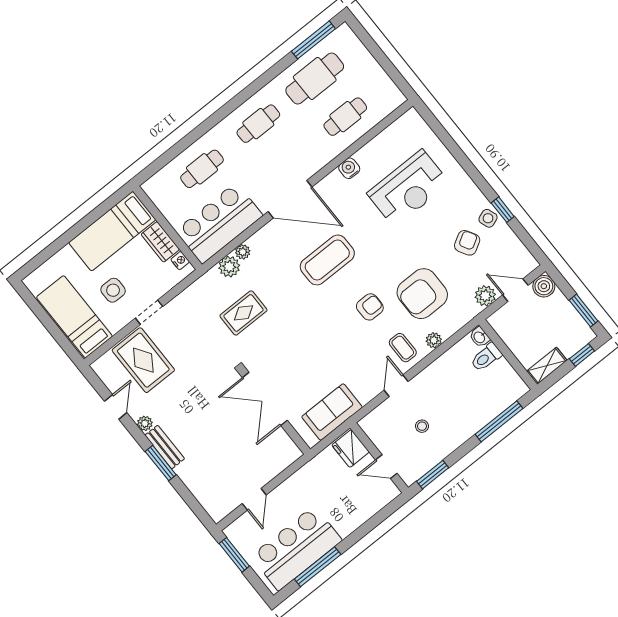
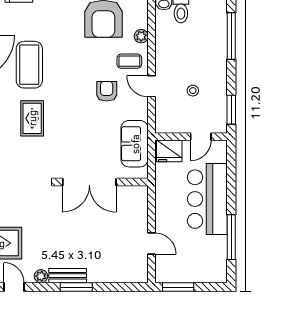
armchair: (370, 307) -> (107, 91), moved
rug: (244, 313) -> (32, 118), moved
bar counter: (296, 548) -> (207, 199), moved

